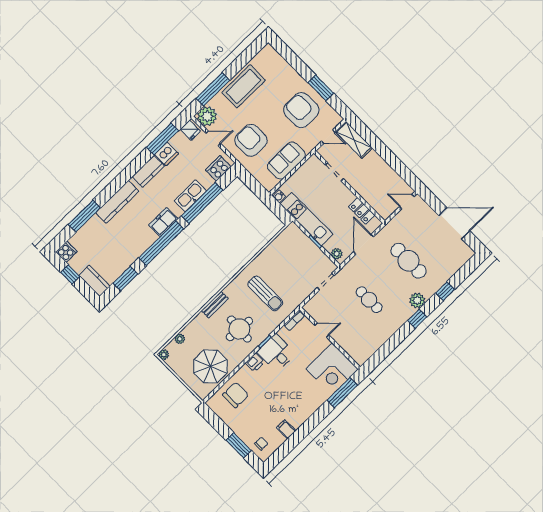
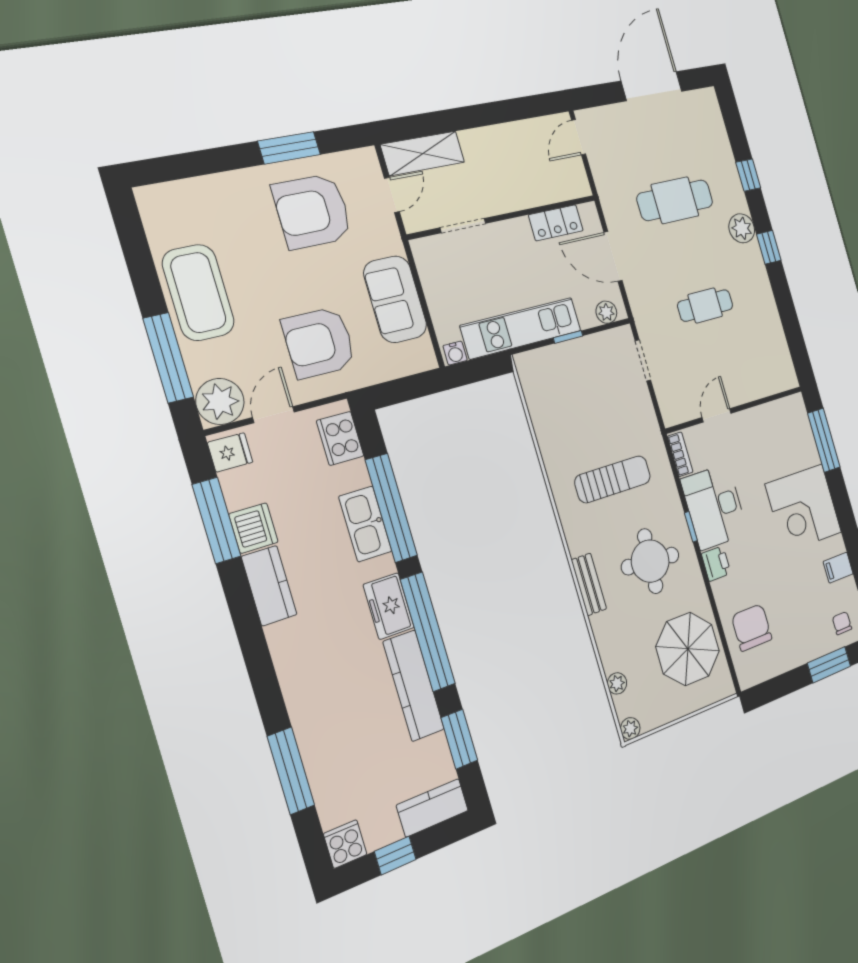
kitchen counter: (117, 202) -> (414, 686), moved, turned 180
desk: (276, 353) -> (714, 507), width x1.37
corner desk: (332, 369) -> (803, 508), moved, turned 90

